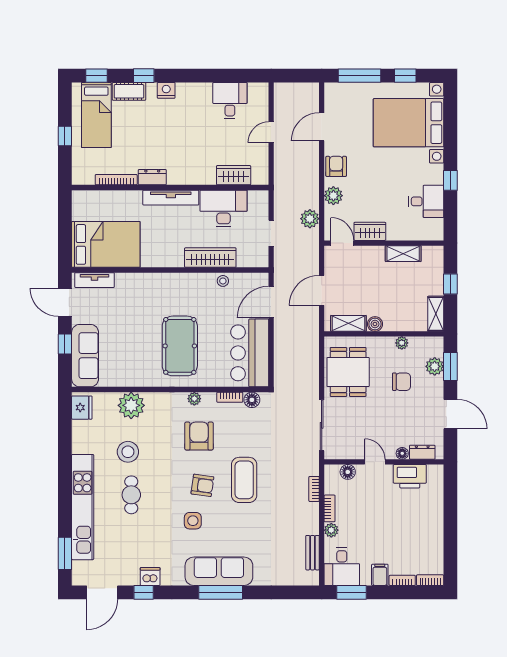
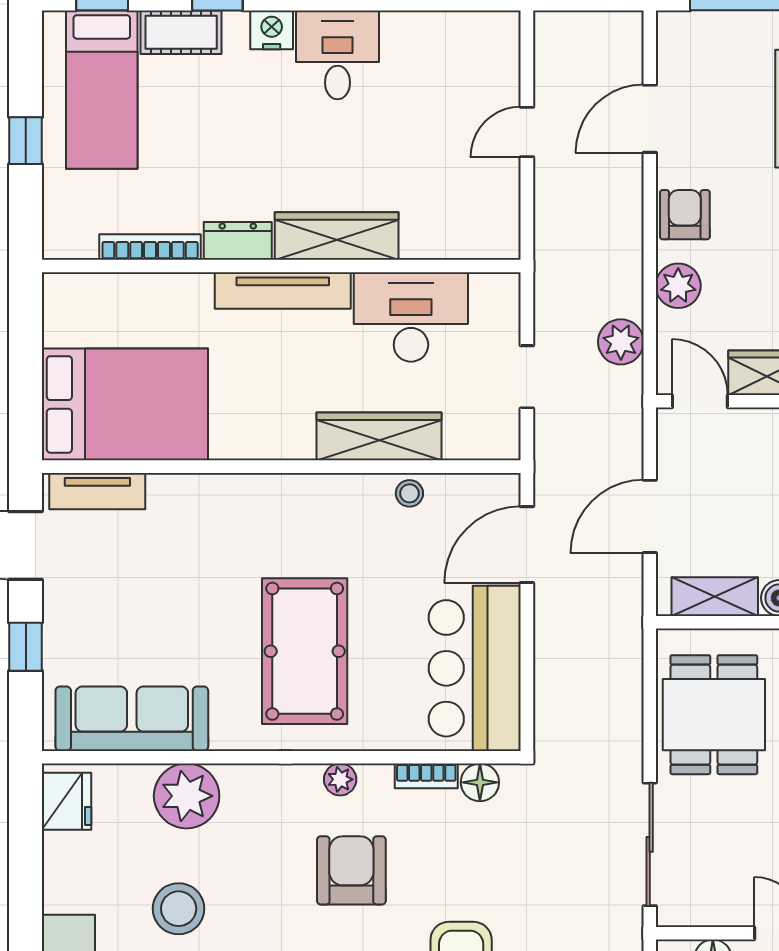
desk: (230, 101) -> (337, 55), moved
wardrobe: (234, 175) -> (337, 236), moved, width x1.50
sofa: (85, 356) -> (132, 719), moved, turned -90

